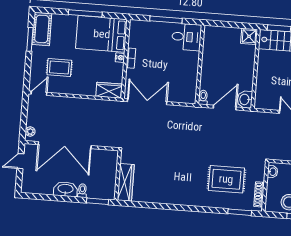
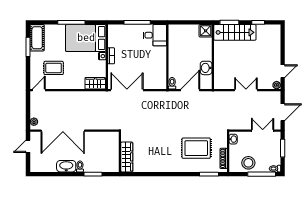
washbasin: (245, 99) -> (206, 68), moved
wall: (118, 175) -> (120, 152), moved
wardrobe: (126, 182) -> (127, 157), moved

